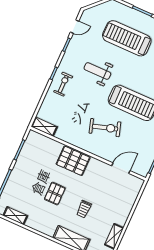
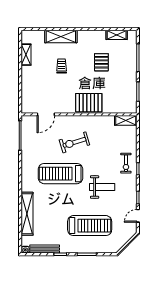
pallet: (55, 194) -> (101, 62), moved

